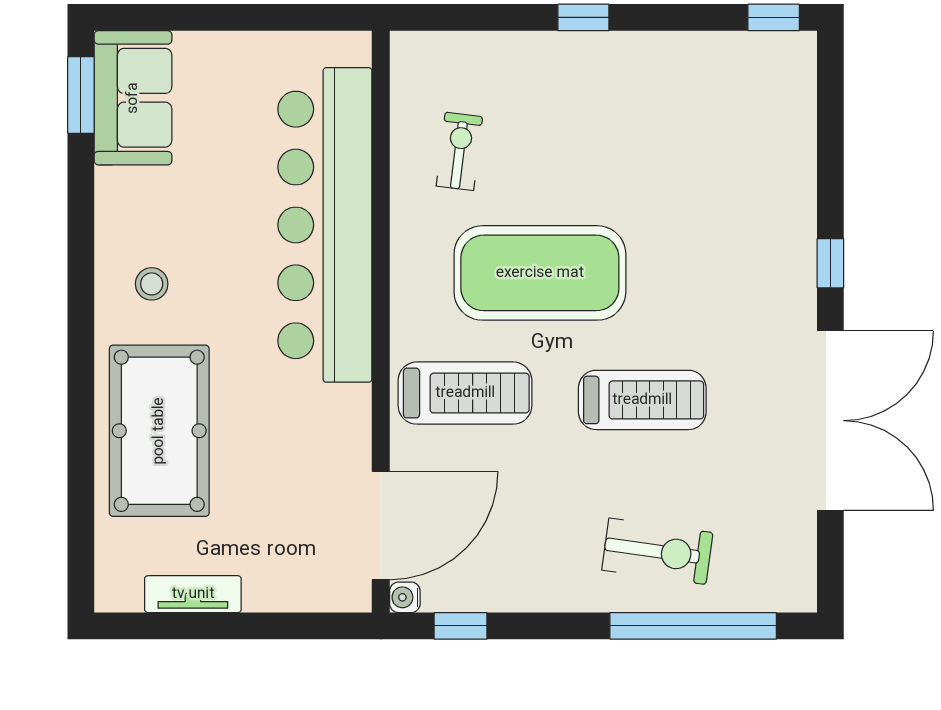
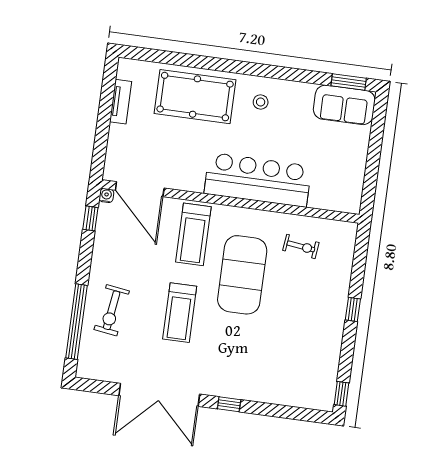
bar counter: (325, 225) -> (258, 180), width x0.73

